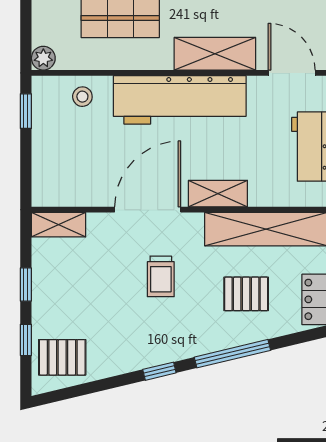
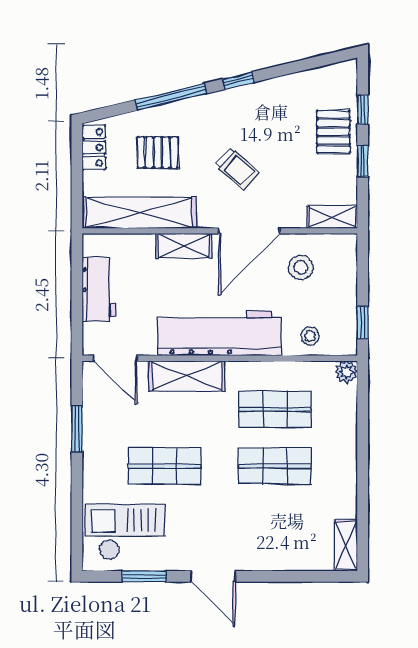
stool: (92, 170) -> (301, 267), added
trolley: (161, 276) -> (237, 169), turned 132
pallet: (62, 357) -> (333, 132), moved, turned 90

